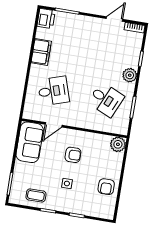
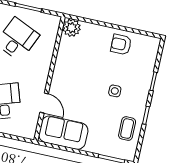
armchair: (73, 155) -> (81, 82), removed
armchair: (106, 187) -> (121, 44), turned 180

